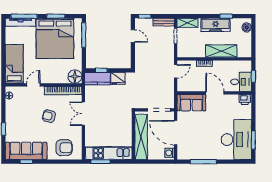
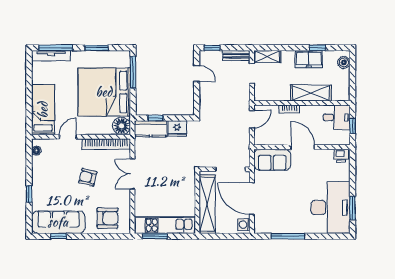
freezer: (215, 25) -> (309, 59), width x0.71
bed: (55, 38) -> (104, 92), moved, turned 90
desk: (241, 82) -> (337, 117), moved

